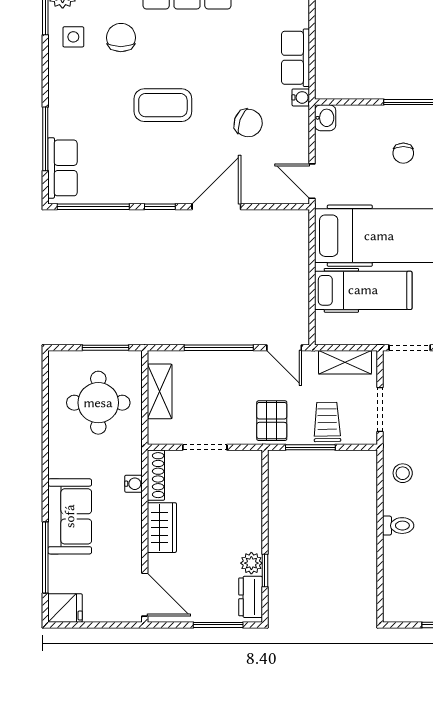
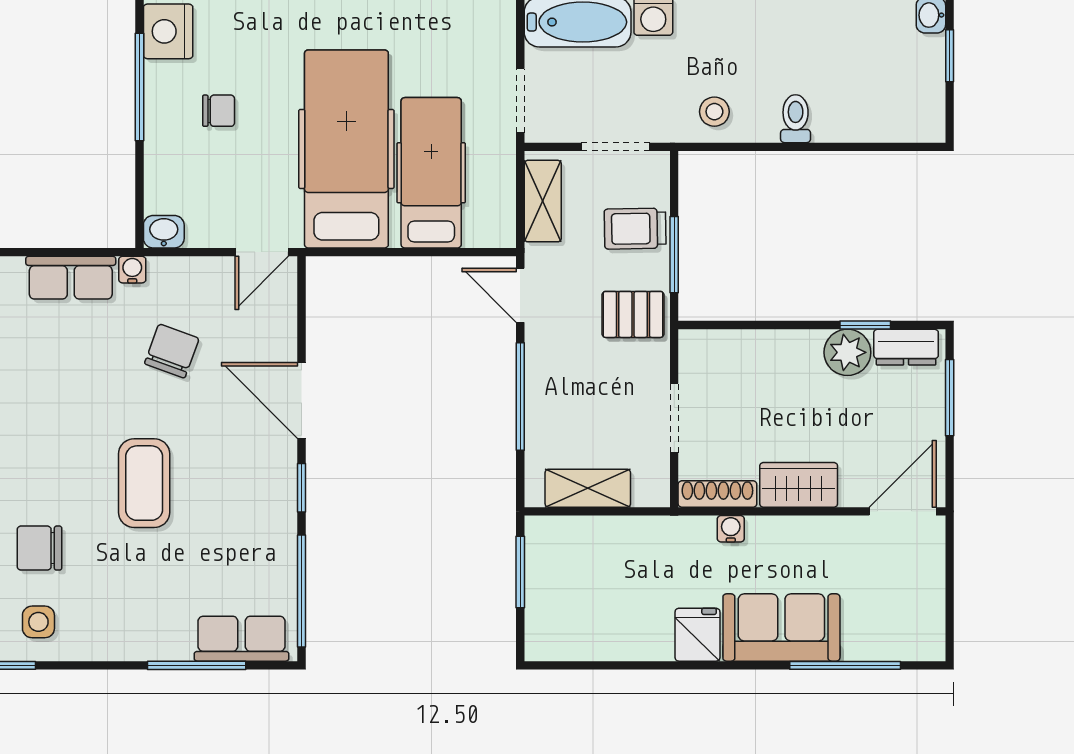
door: (284, 348) -> (520, 295), swing flipped
round table: (98, 403) -> (605, 583), removed
plant: (251, 563) -> (847, 352), width x1.38, depth x1.38
fridge: (65, 608) -> (697, 635), moved

